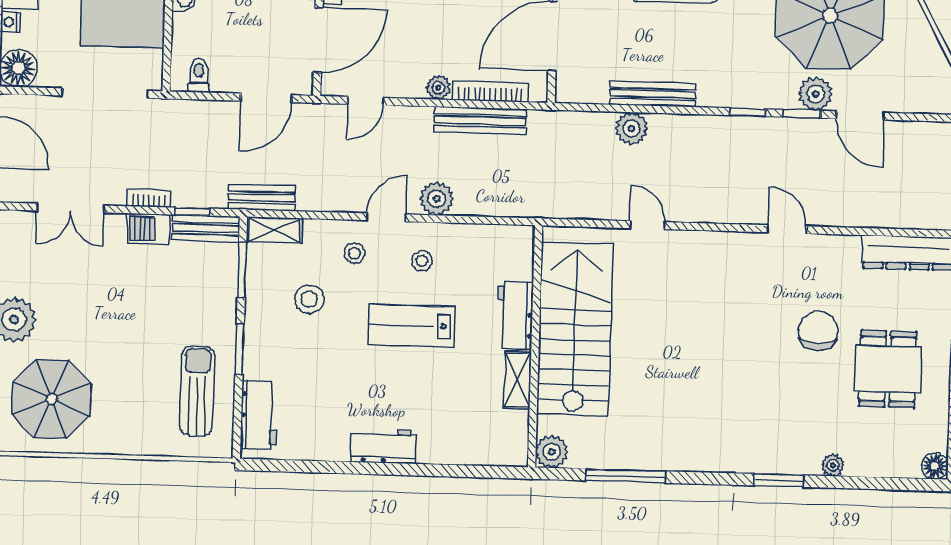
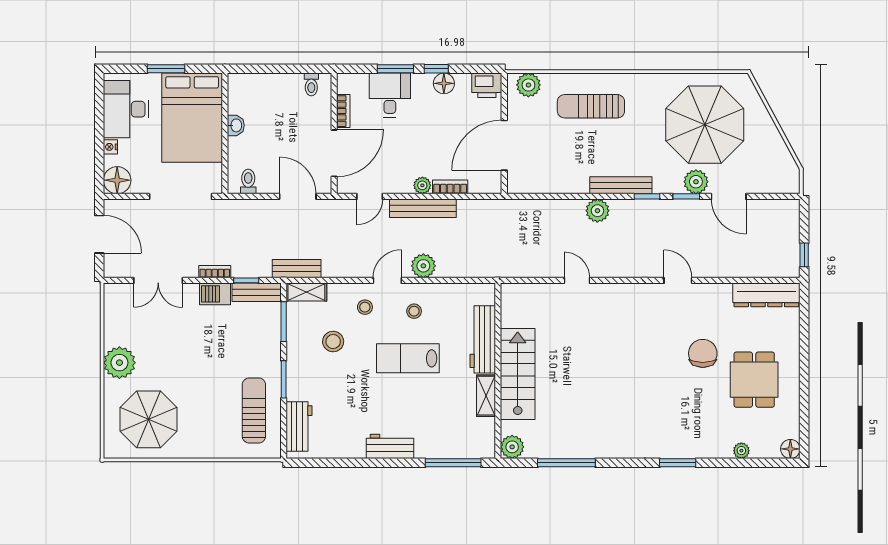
bookcase: (490, 91) -> (450, 187), width x0.64
bench: (653, 94) -> (621, 185), moved
door: (266, 98) -> (298, 196), swing flipped
bench: (480, 121) -> (423, 208), moved
plant: (631, 128) -> (597, 211), moved
workbench: (515, 315) -> (483, 339), width x1.37
stairs: (575, 329) -> (518, 374), width x0.73, depth x0.66
plant: (833, 465) -> (741, 451), moved
window: (470, 471) -> (453, 463), added

